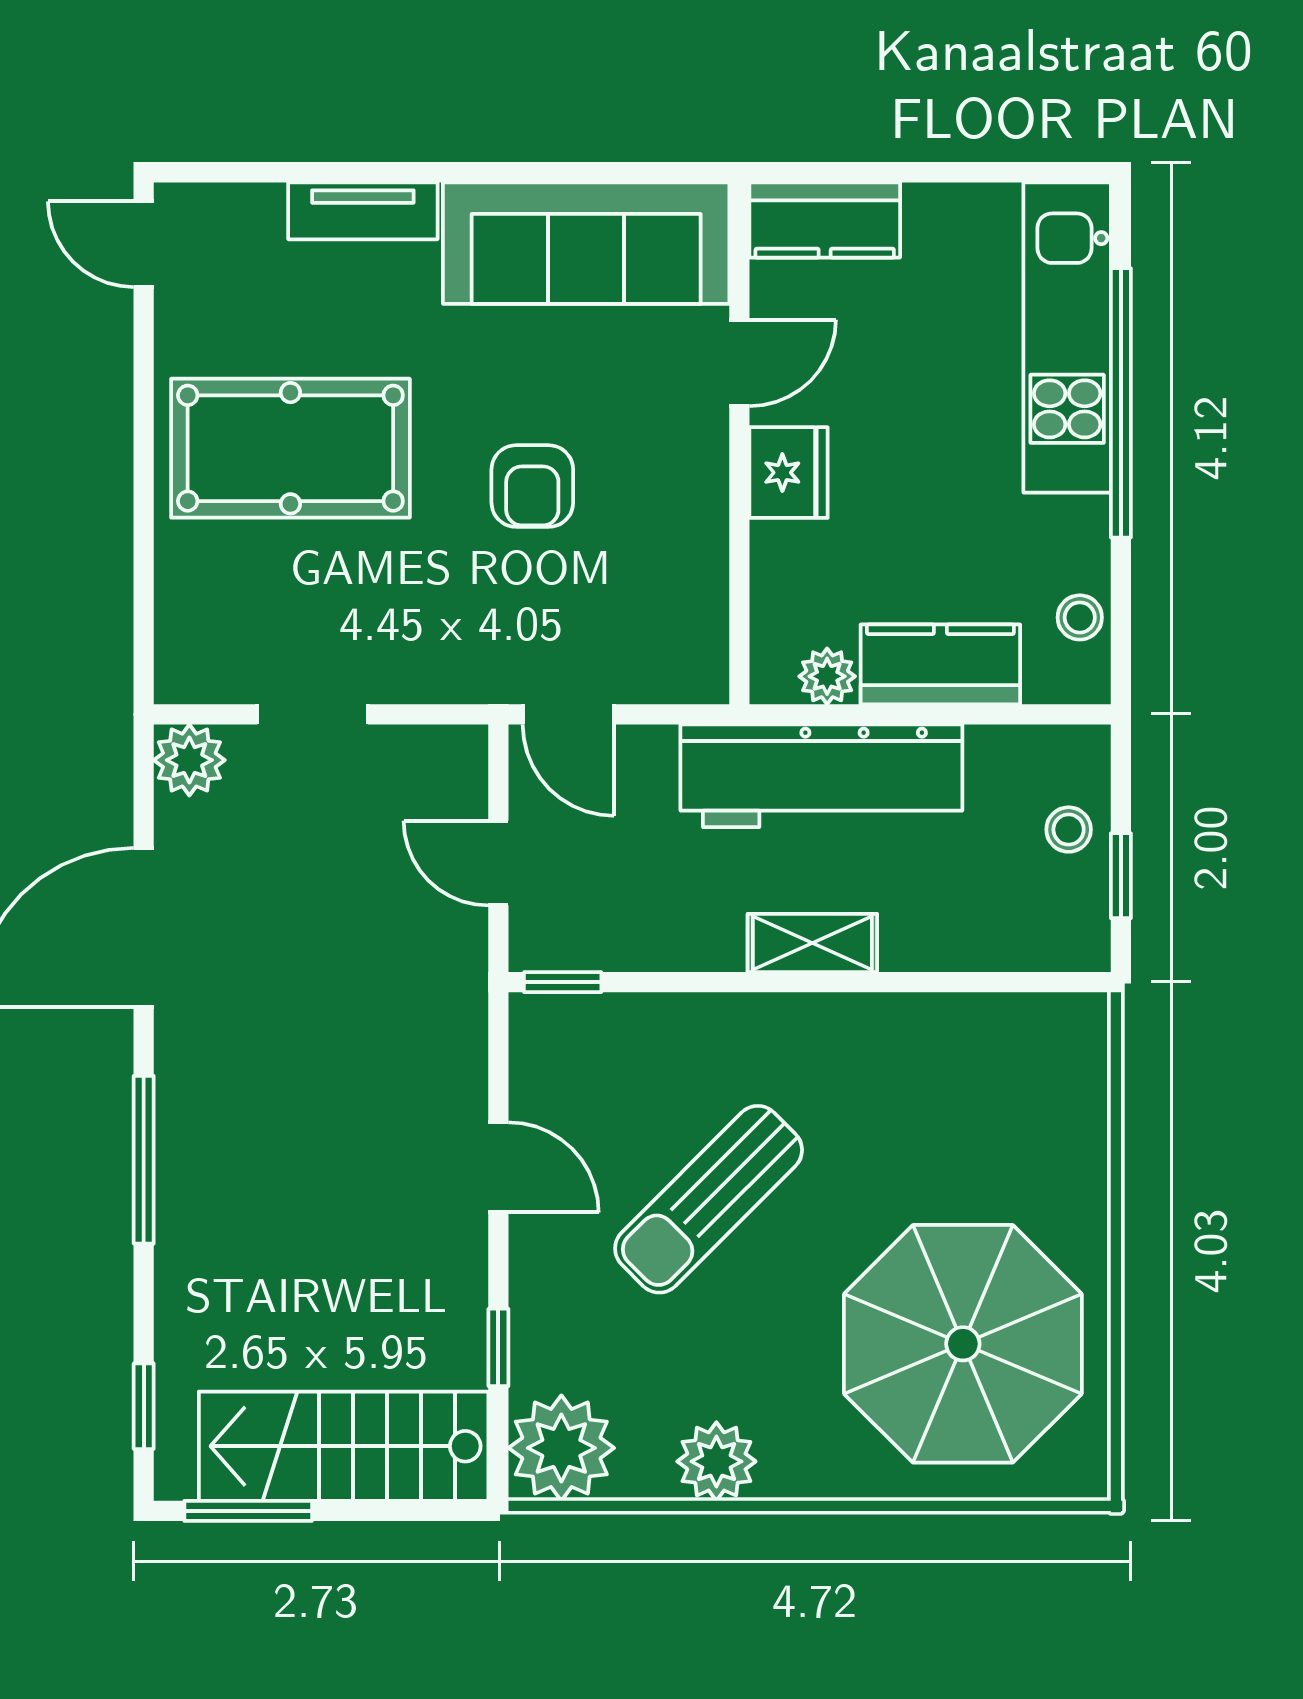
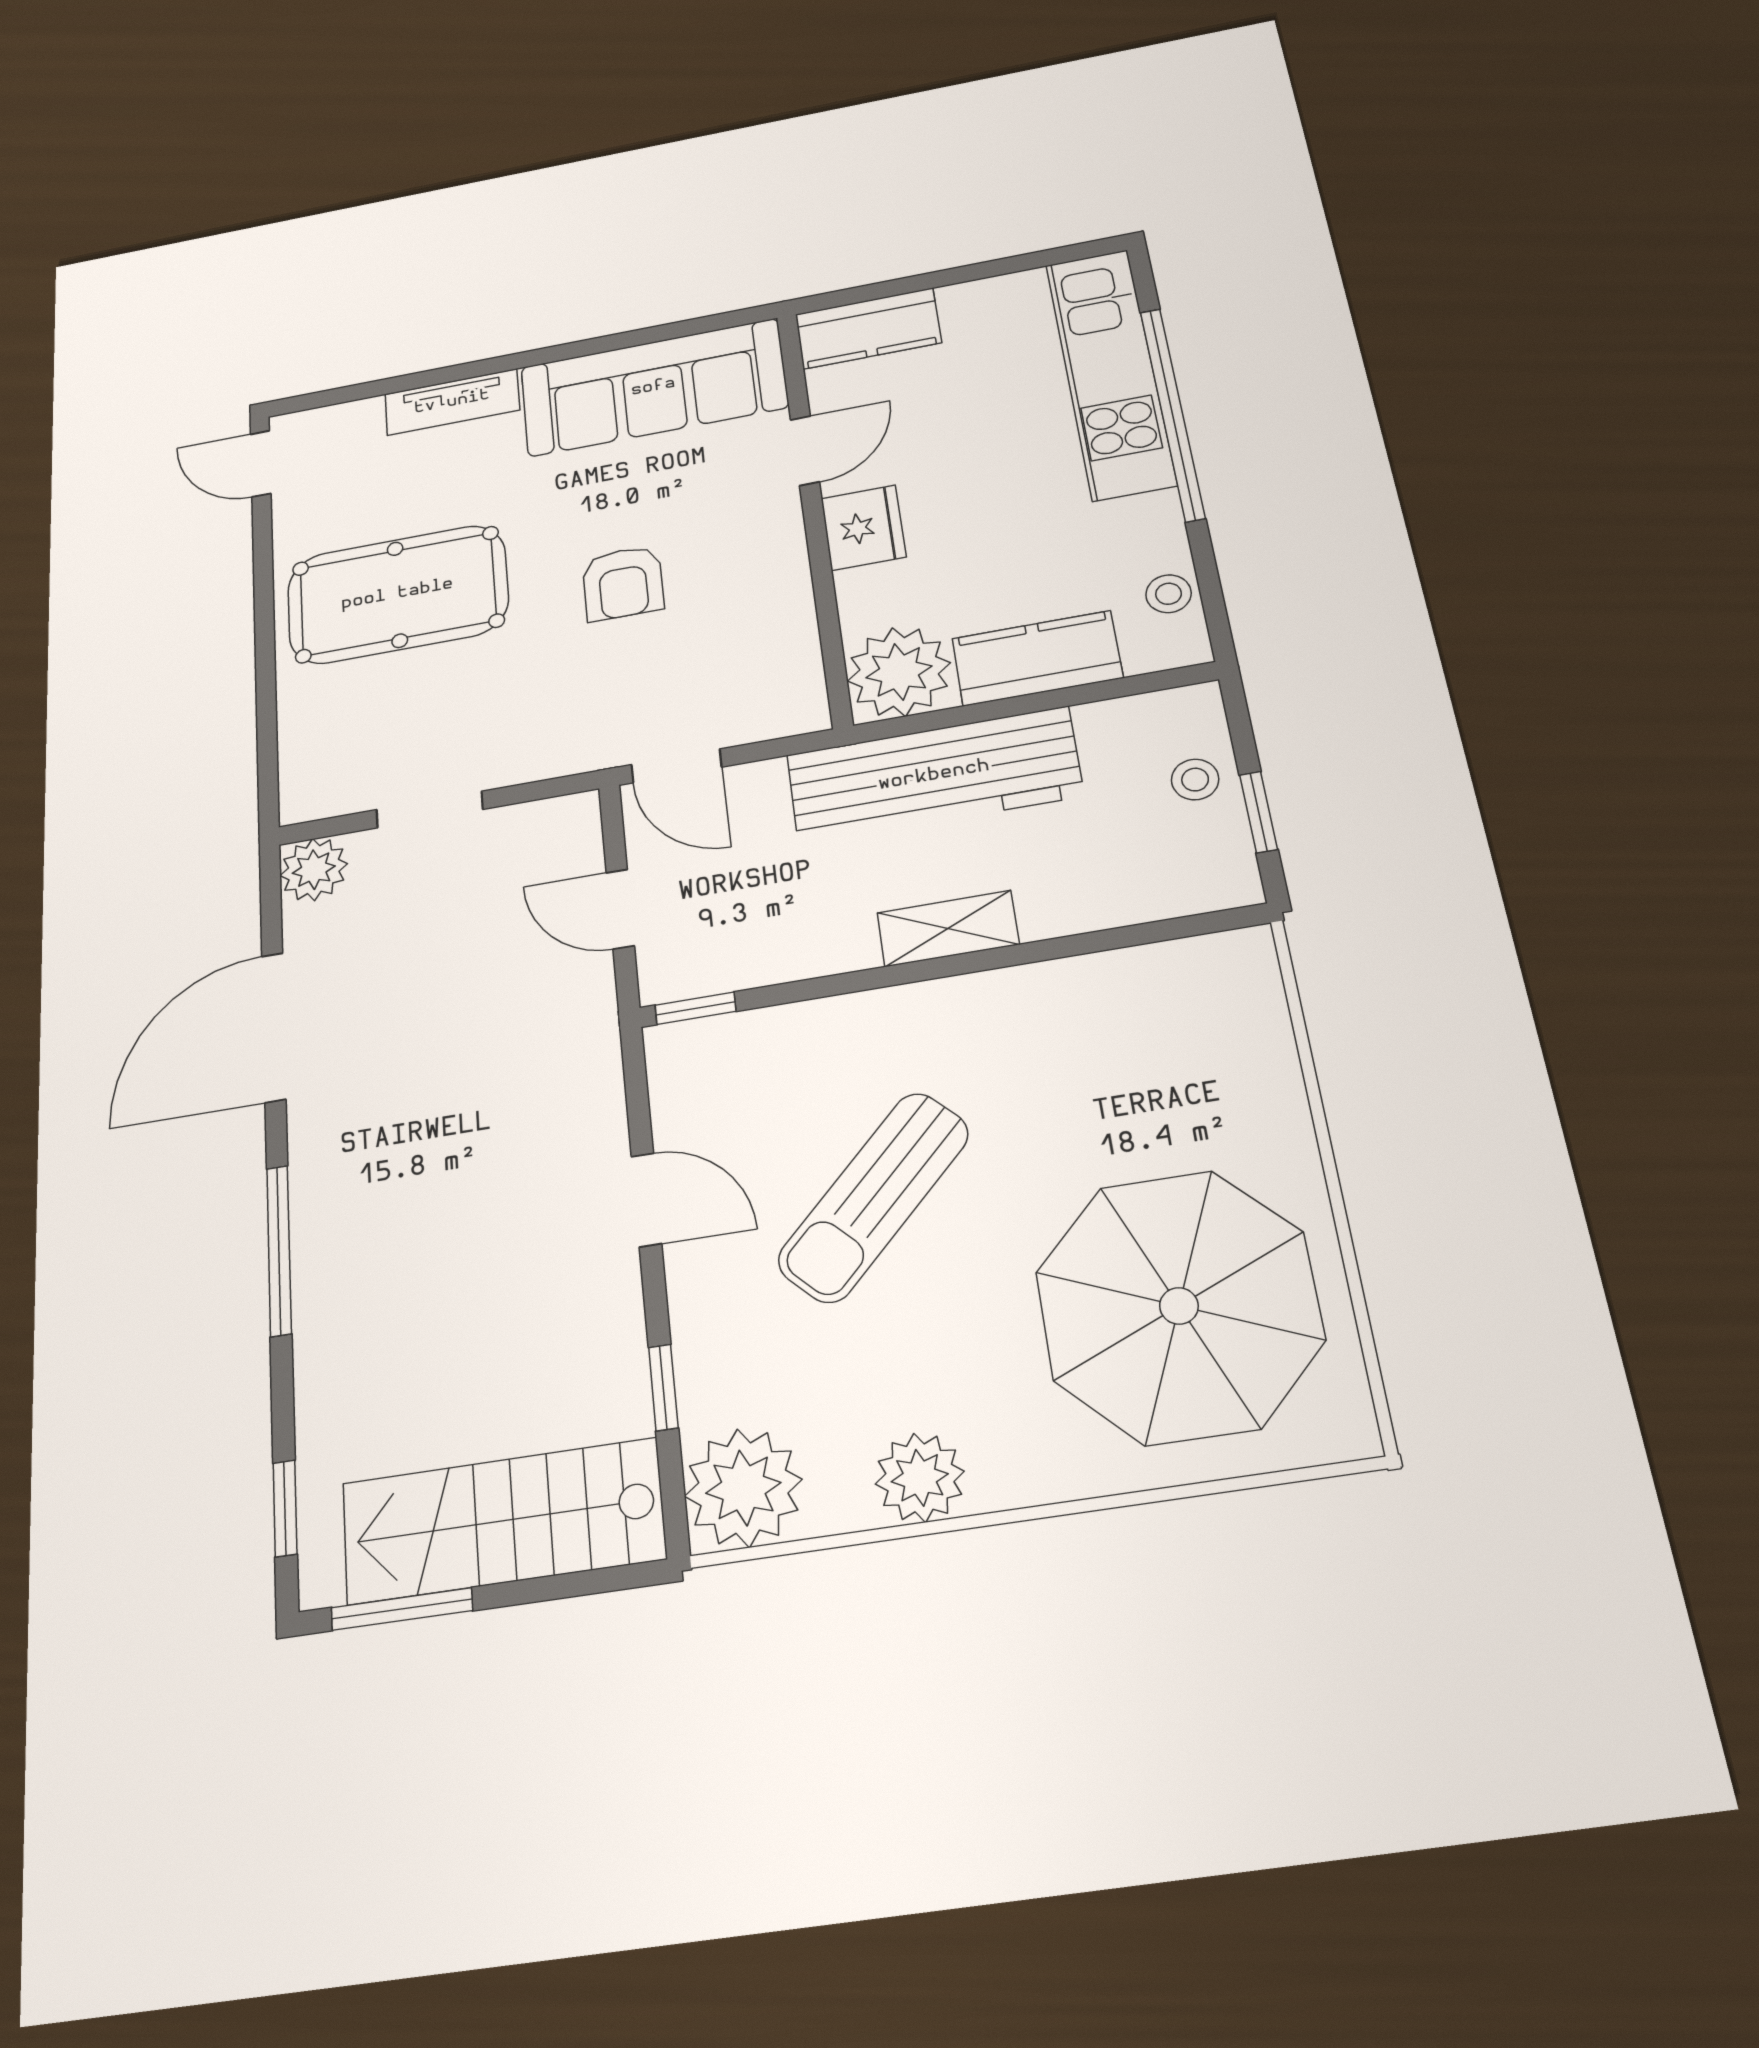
plant: (827, 676) -> (899, 672), width x1.88, depth x1.88

